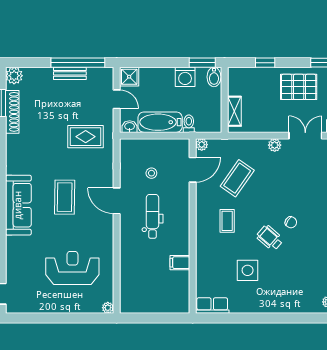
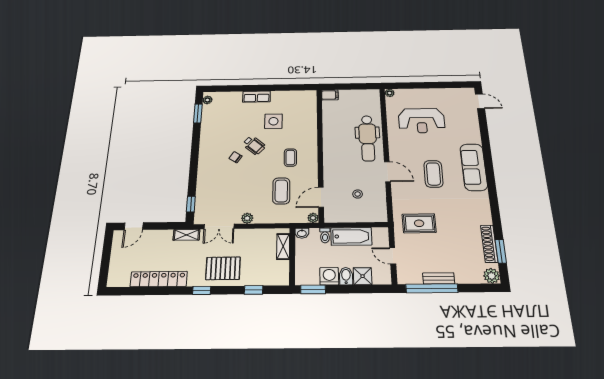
shower: (129, 77) -> (363, 276), moved
bidet: (214, 77) -> (346, 276), moved
washbasin: (130, 127) -> (302, 233), moved
coffee table: (237, 178) -> (281, 191), turned -35
dental chair: (152, 216) -> (368, 138), moved, width x1.36, depth x1.38
filing cabinet: (180, 263) -> (330, 95), moved
row of seats: (212, 306) -> (256, 97), moved

